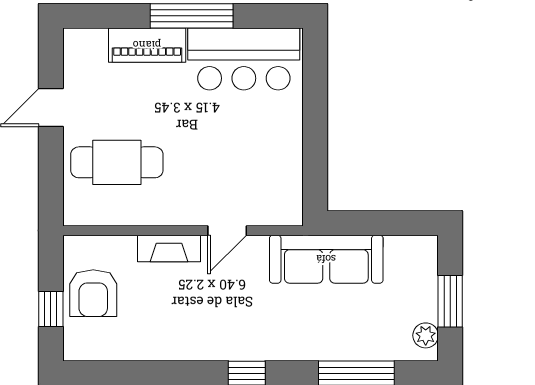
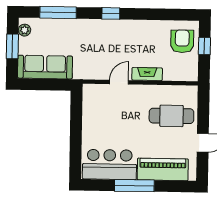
piano: (147, 45) -> (163, 169), width x1.37, depth x1.33
sofa: (326, 259) -> (45, 67), moved
armchair: (93, 293) -> (182, 41), moved

